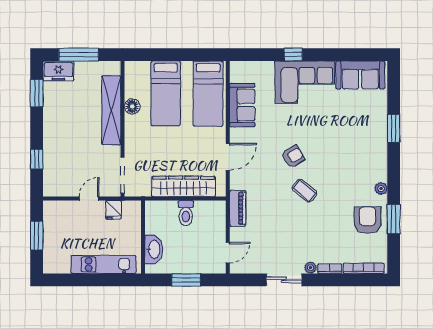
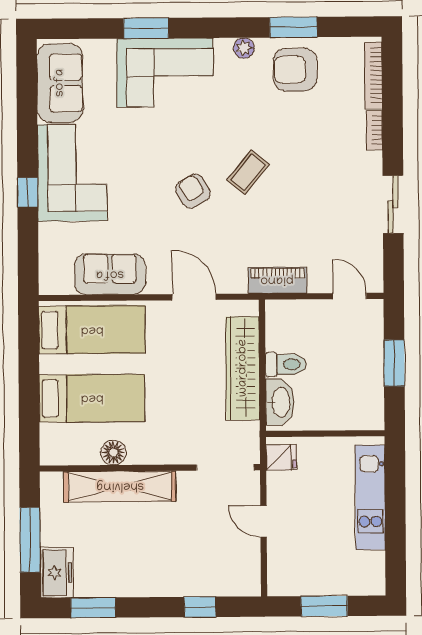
corner sofa: (366, 140) -> (165, 73), added
fridge: (114, 210) -> (281, 458), moved
washbasin: (154, 249) -> (280, 402), moved, turned 90
plant: (311, 268) -> (373, 161), removed

